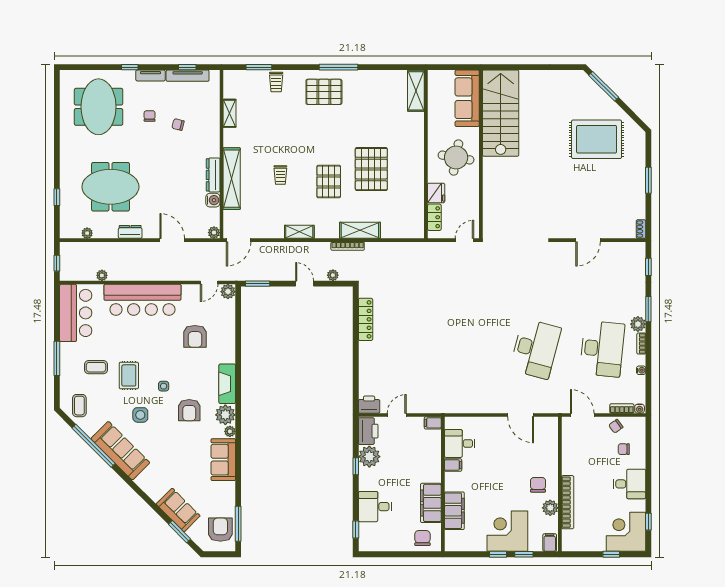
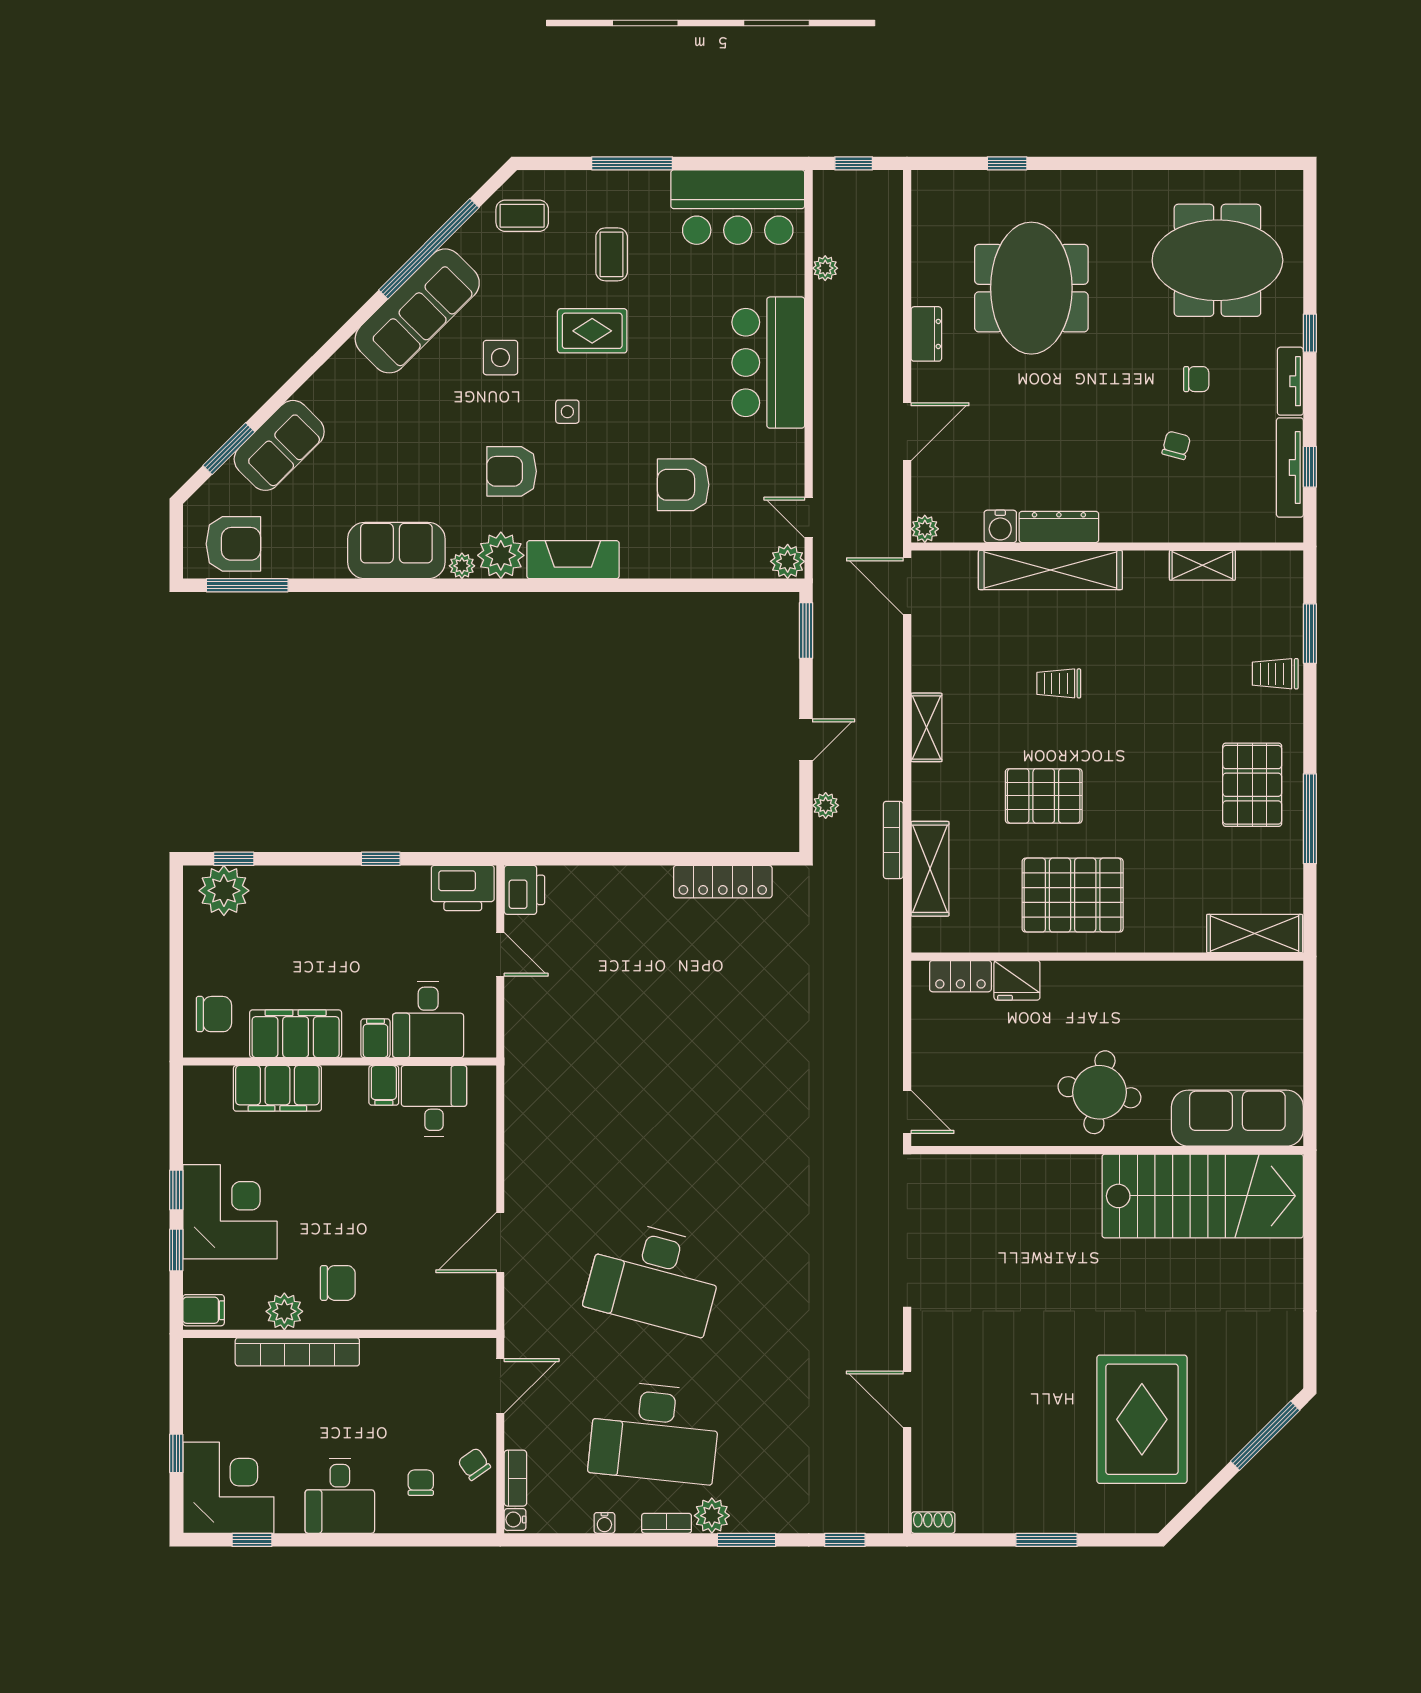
shelving: (416, 91) -> (1255, 933), moved
wall: (426, 154) -> (1107, 957), moved
fridge: (436, 193) -> (1017, 980), moved
locker: (434, 217) -> (960, 976), moved
plant: (87, 233) -> (924, 234), removed
bar counter: (142, 300) -> (768, 363), width x0.73
filing cabinet: (433, 423) -> (375, 1038), moved
plant: (369, 457) -> (224, 891), moved
desk: (375, 507) -> (428, 1019), moved, turned 180

